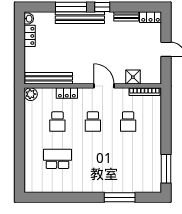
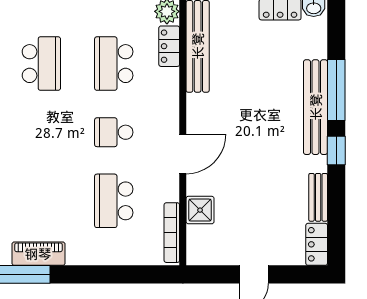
locker: (67, 93) -> (169, 46), moved
school desk: (57, 122) -> (114, 64), width x1.85
school desk: (128, 122) -> (114, 201), width x1.85
piano: (155, 160) -> (38, 254), added

